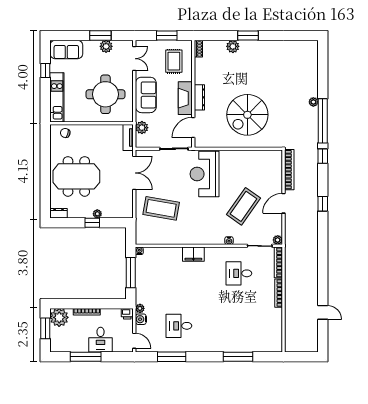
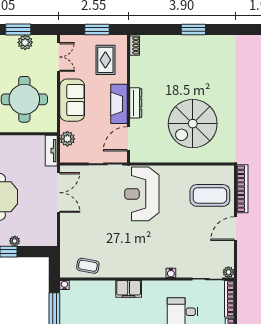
plant: (233, 46) -> (175, 43), removed
coffee table: (244, 206) -> (210, 195), moved, turned 55
coffee table: (161, 208) -> (88, 266), moved, width x0.54, depth x0.58

